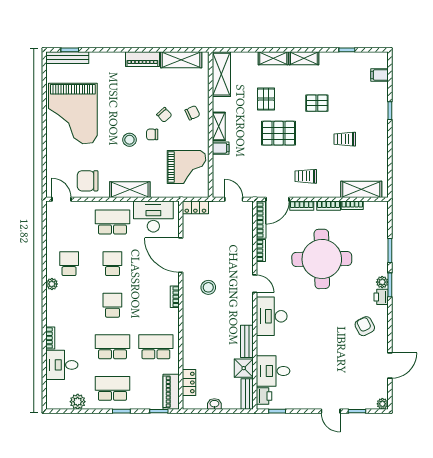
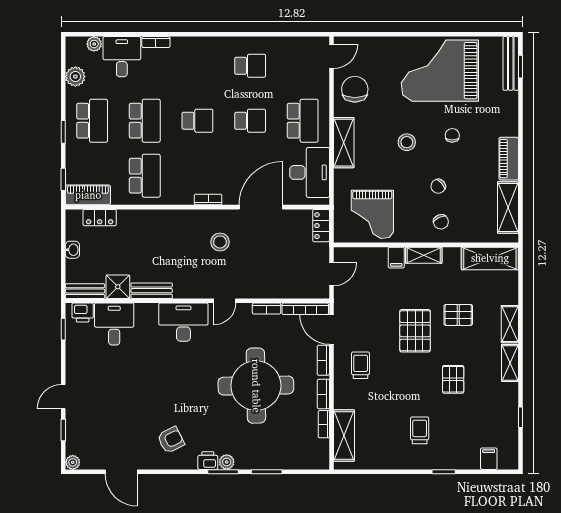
chair: (152, 134) -> (452, 135), moved
trolley: (345, 139) -> (420, 430), moved
plant: (52, 284) -> (94, 44), moved

